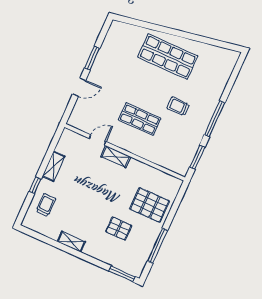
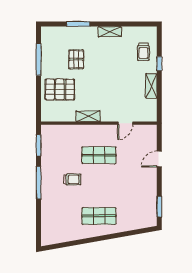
shop shelf: (168, 57) -> (99, 216), width x0.70, depth x0.74
window: (92, 58) -> (159, 207), moved
shelving: (116, 157) -> (88, 116), moved
pallet: (119, 229) -> (76, 59), turned 90
window: (122, 274) -> (78, 24), moved

